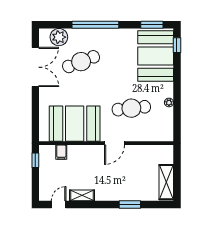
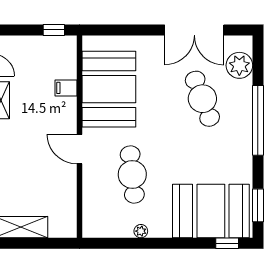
filing cabinet: (61, 152) -> (66, 88), moved

